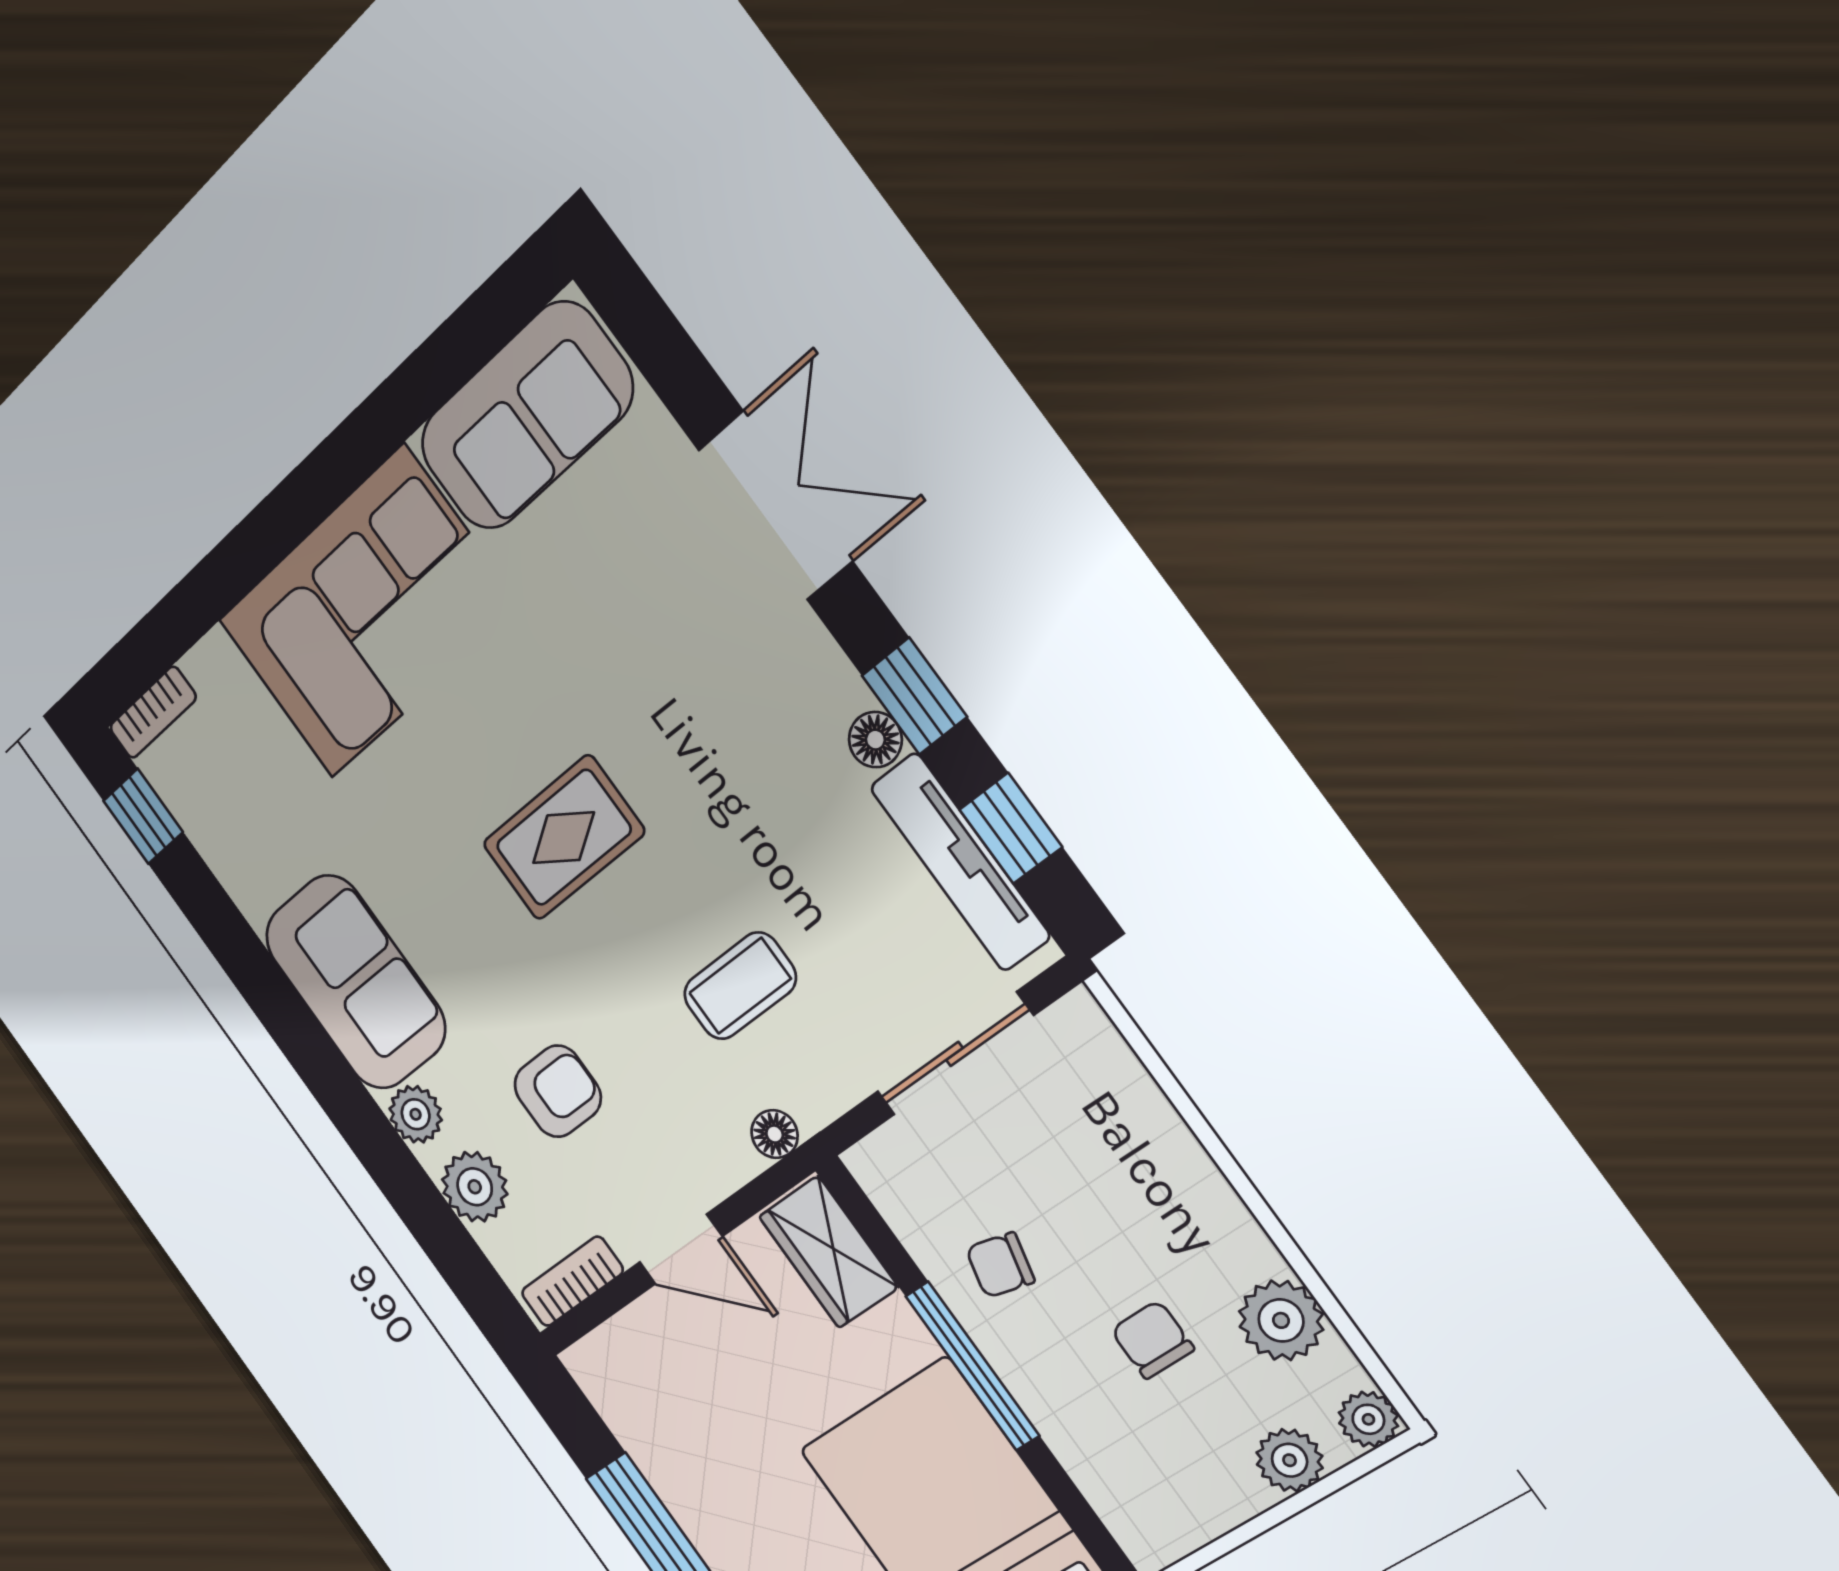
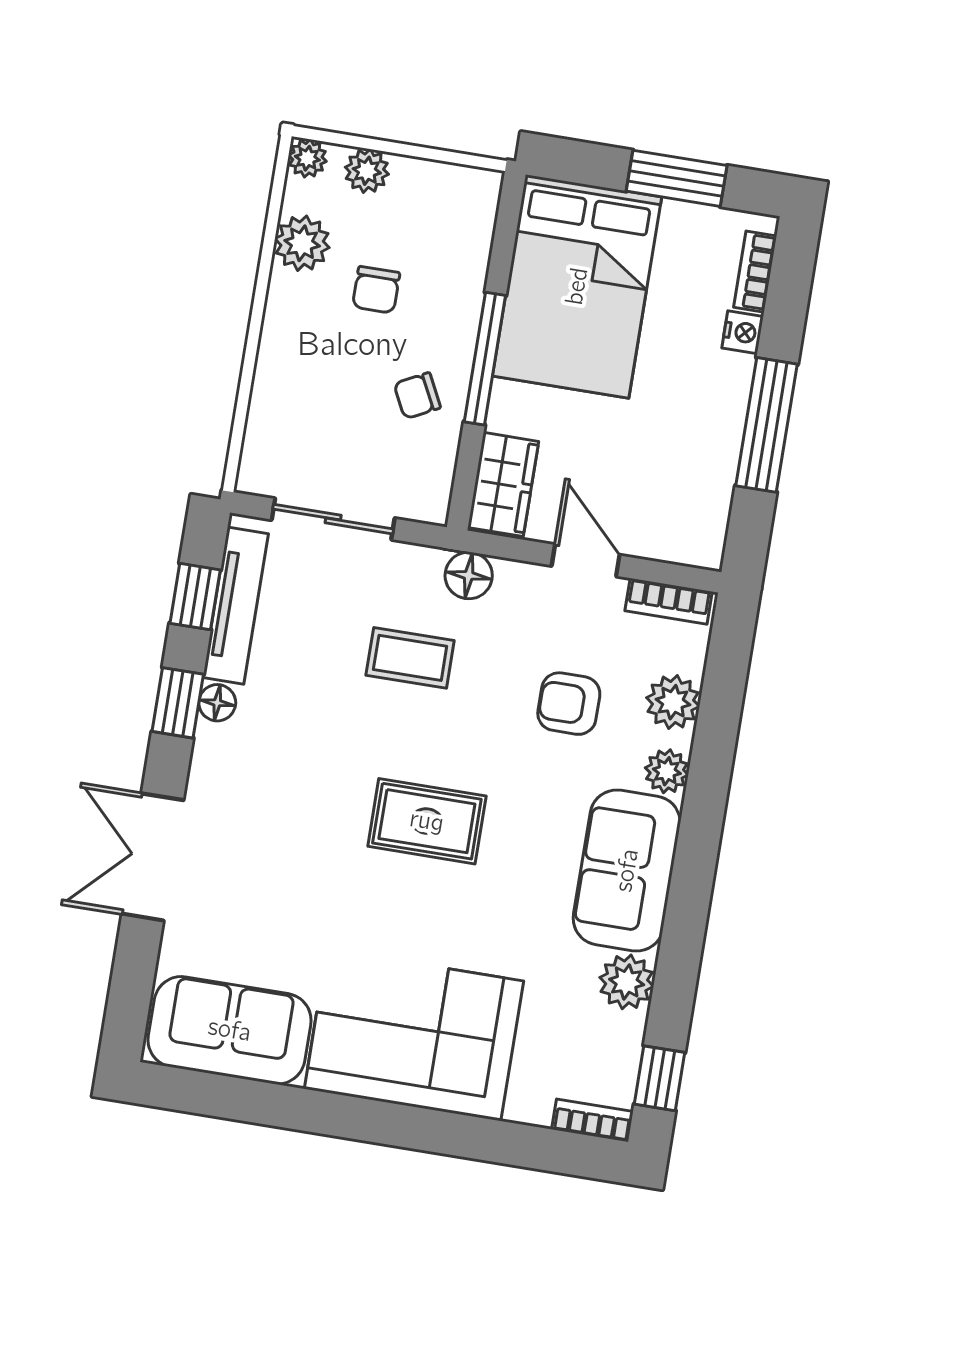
plant: (253, 876) -> (627, 982), added
floor lamp: (775, 1134) -> (469, 575), width x1.37, depth x1.37
chair: (1000, 1265) -> (417, 396), turned 139

